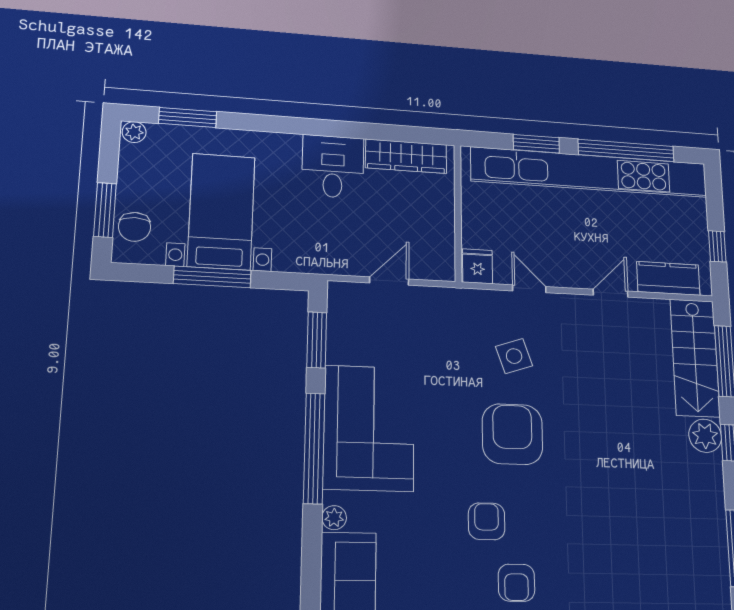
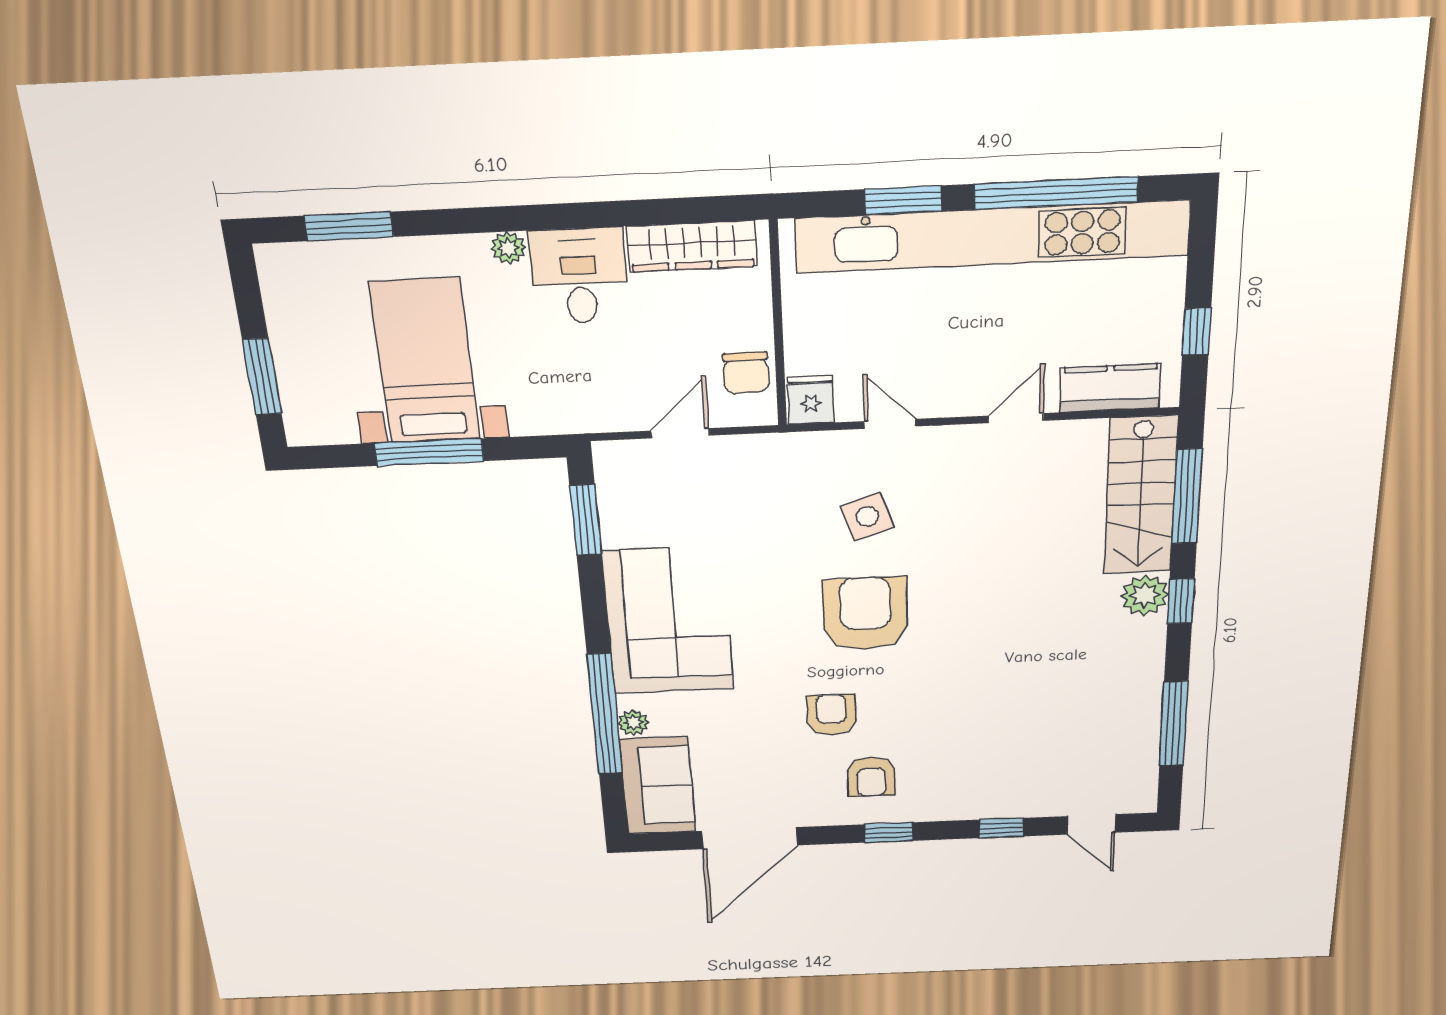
plant: (134, 132) -> (508, 248), moved
chair: (135, 227) -> (746, 373), moved
window: (314, 448) -> (605, 714), moved

